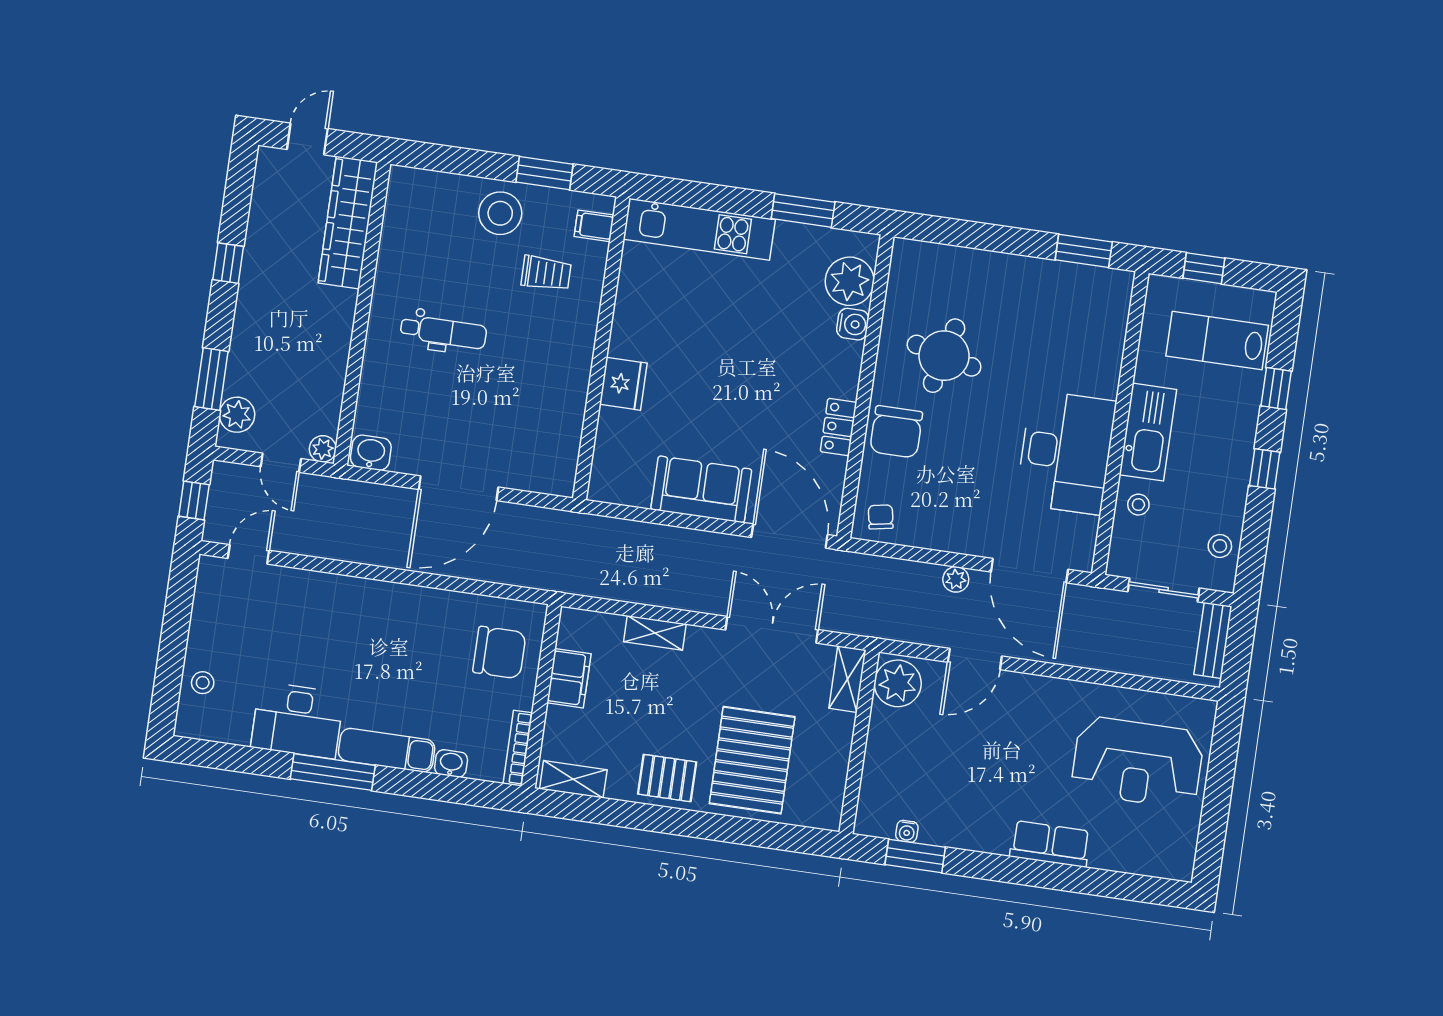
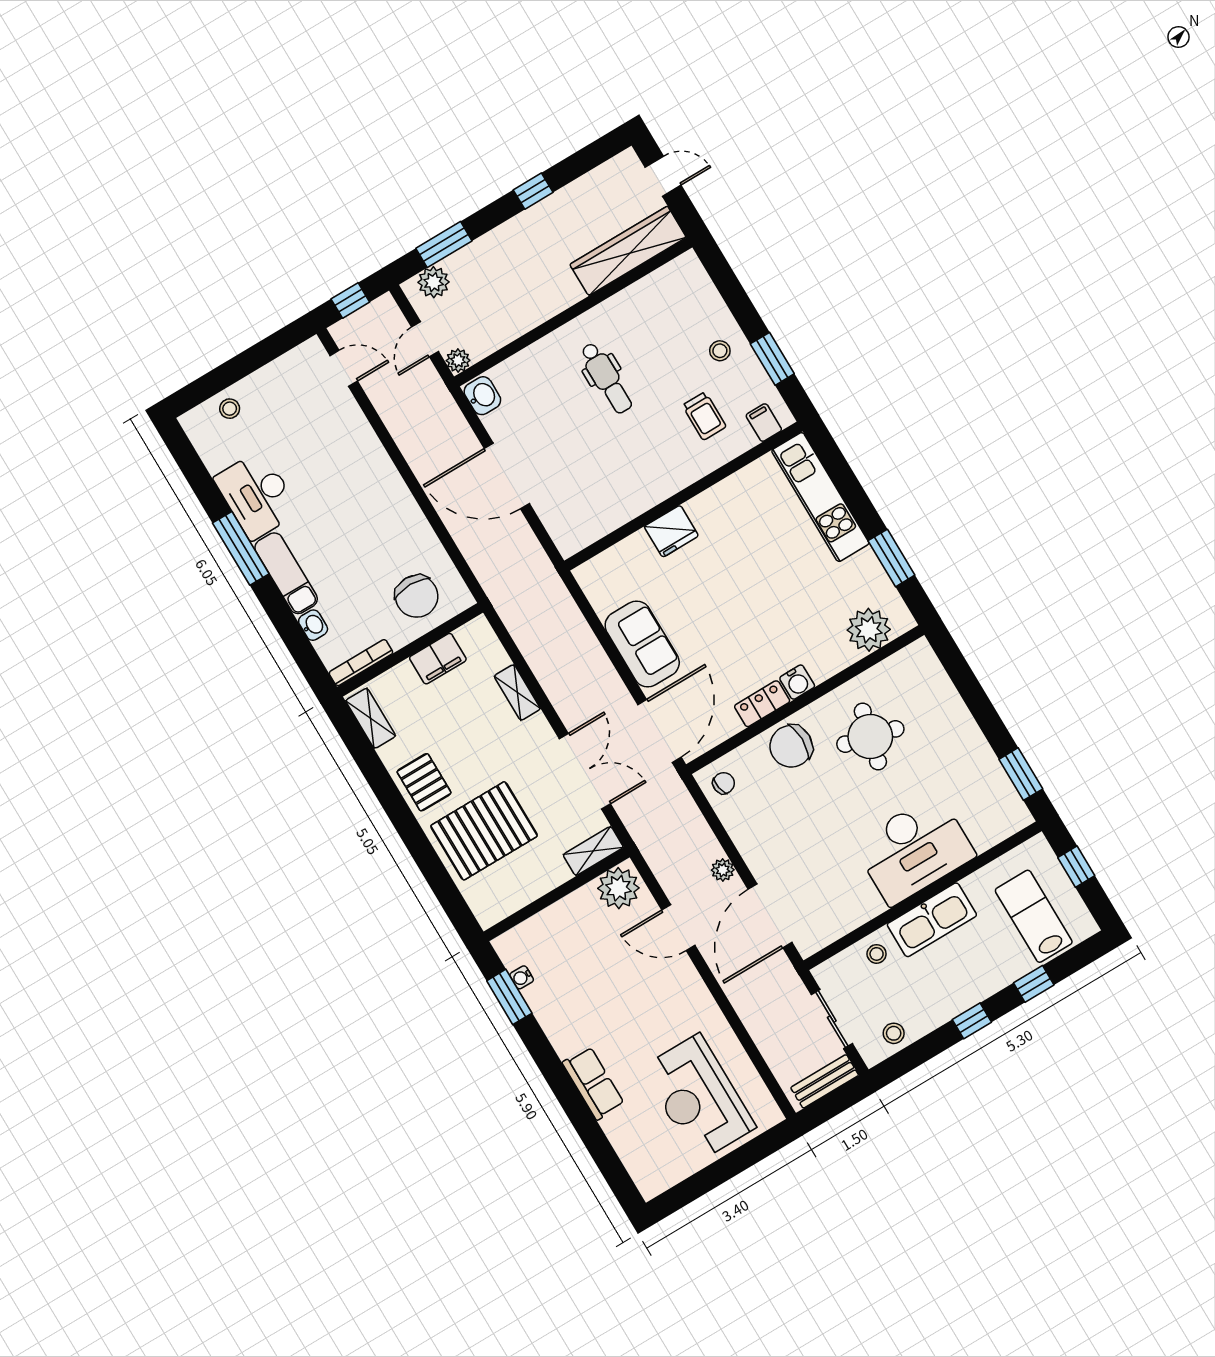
stool: (500, 213) -> (720, 351), width x0.53, depth x0.53
water cooler: (853, 324) -> (797, 682), moved
desk: (1066, 452) -> (914, 849), moved

